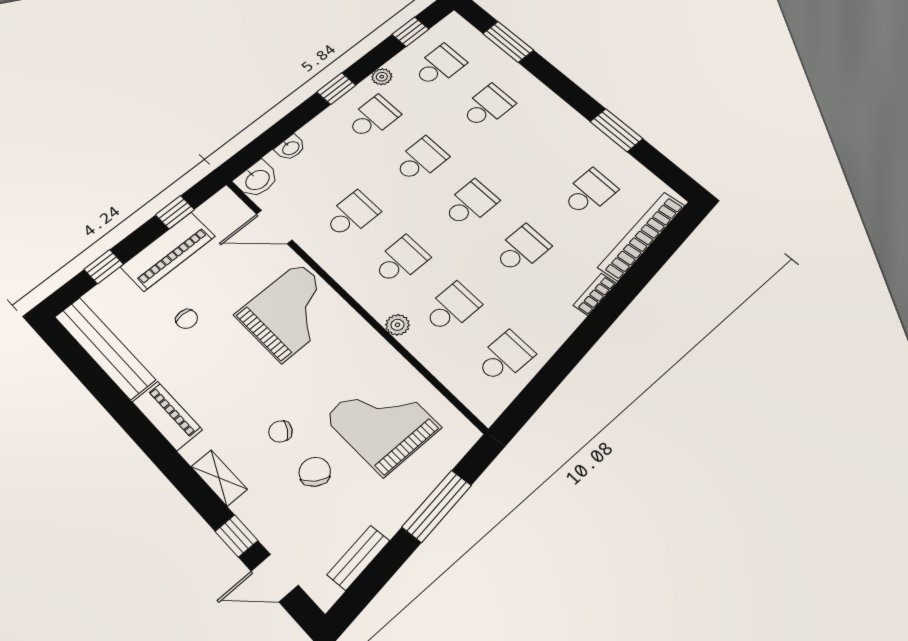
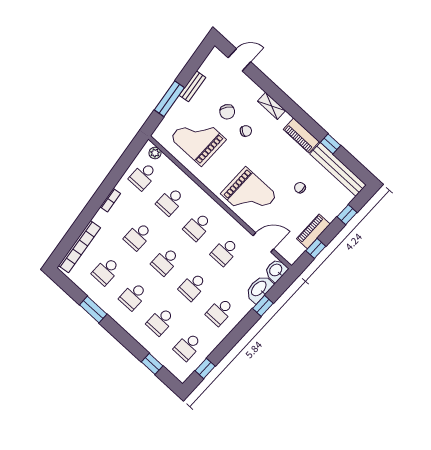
window: (508, 42) -> (152, 364), width x0.67
plant: (382, 77) -> (218, 338), removed
window: (336, 89) -> (263, 306), moved
washbasin: (290, 148) -> (259, 289), width x1.91, depth x1.45
school desk: (537, 149) -> (133, 296), added
piano: (168, 251) -> (313, 231), width x0.73, depth x0.75
bookcase: (595, 294) -> (110, 200), moved
grand piano: (291, 312) -> (249, 195), turned -90
plant: (398, 325) -> (155, 153), moved
grand piano: (382, 422) -> (198, 139), turned 180
window: (236, 536) -> (330, 144), moved
bench: (358, 558) -> (192, 86), moved

